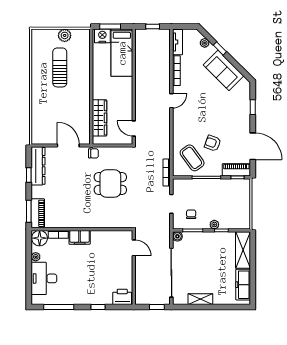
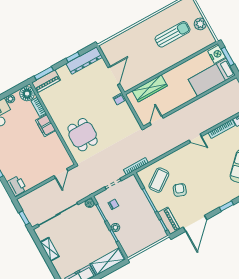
dining table: (110, 183) -> (83, 135), moved

